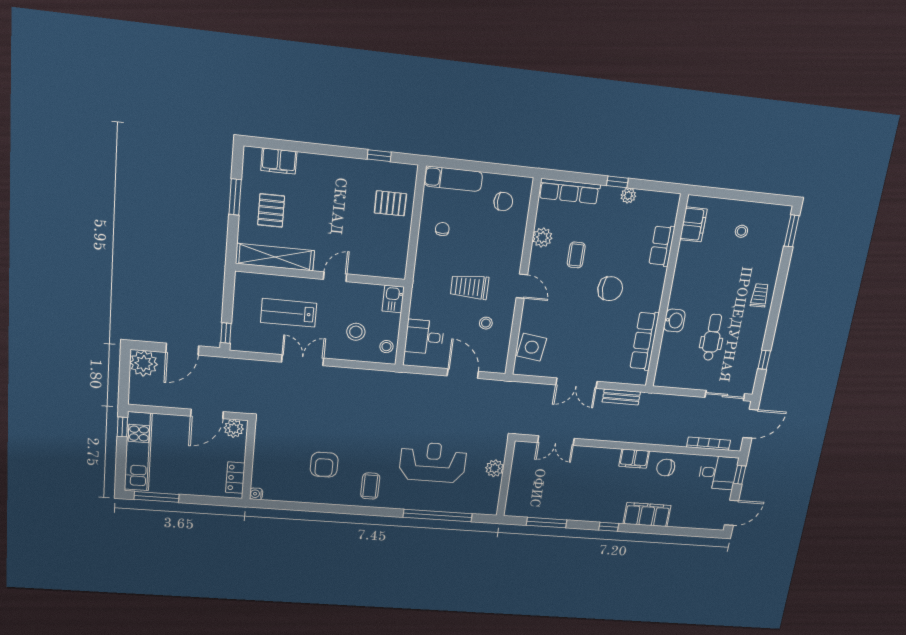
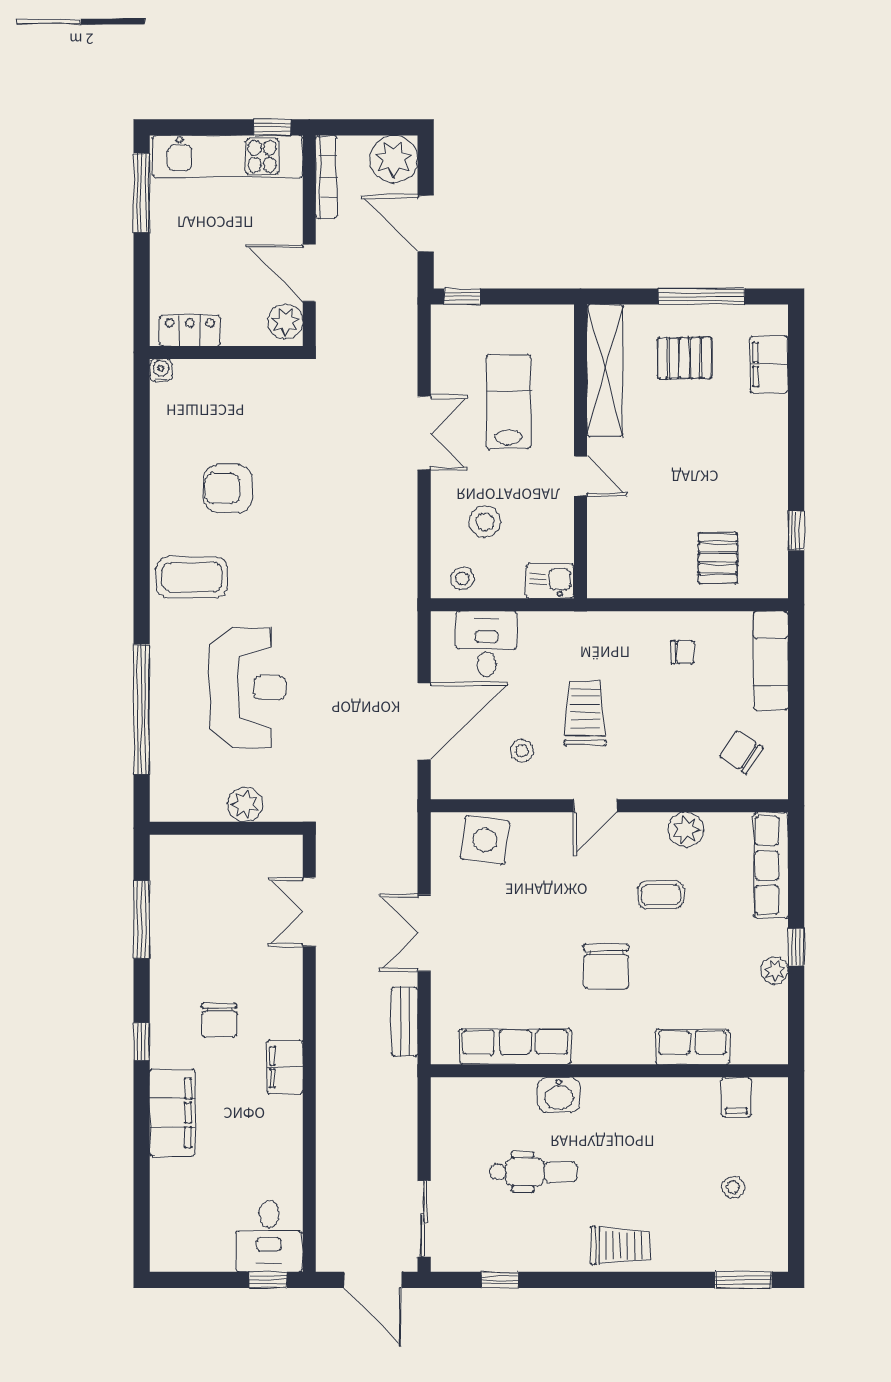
window: (235, 197) -> (701, 297), width x1.44
chair: (503, 202) -> (741, 752), turned 123
filing cabinet: (693, 224) -> (736, 1097), width x0.50
trolley: (760, 295) -> (620, 1246), width x1.36, depth x1.39
door: (463, 374) -> (424, 721), width x1.36
bookcase: (709, 444) -> (326, 177), moved
chair: (666, 468) -> (219, 1020), moved, turned 180
coffee table: (370, 486) -> (192, 577), width x1.36, depth x1.30
door: (731, 513) -> (188, 1280), removed

